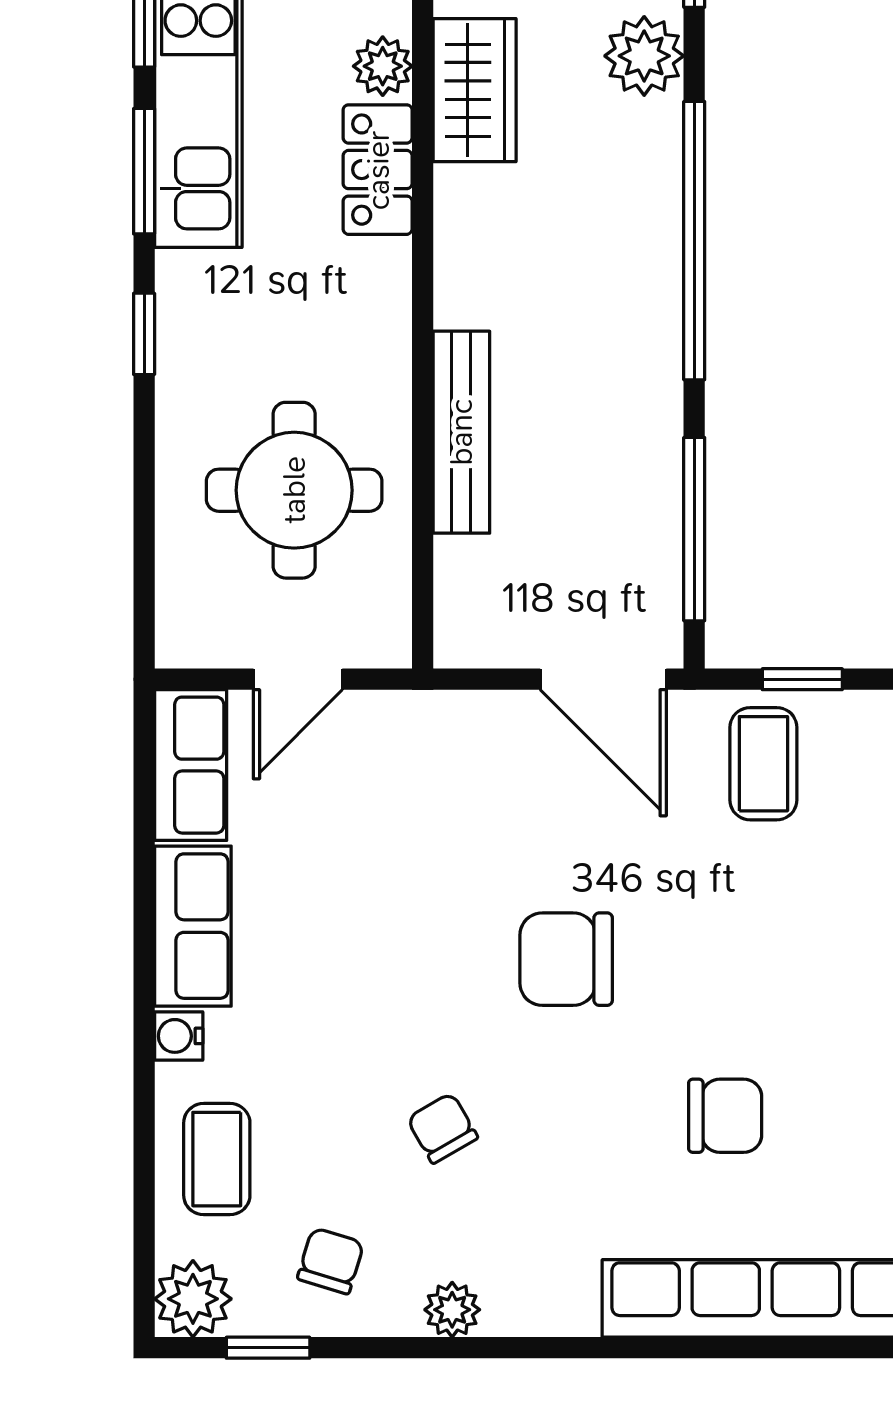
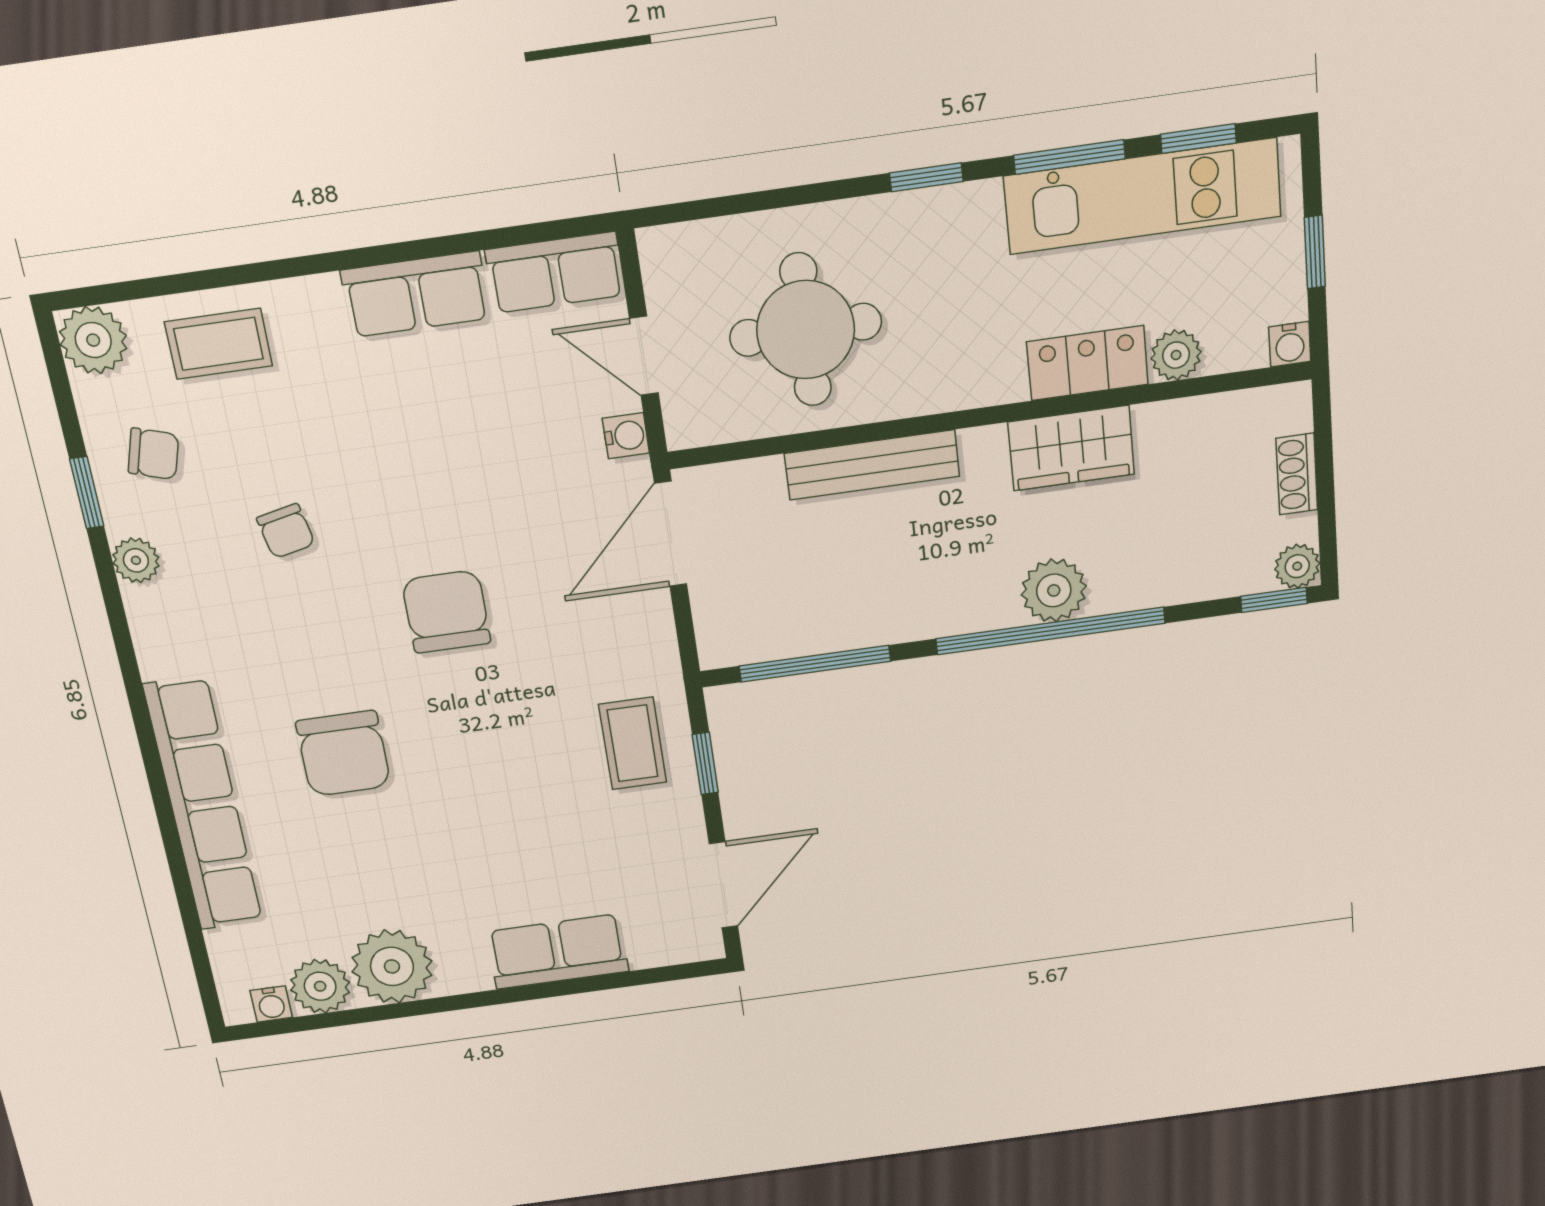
plant: (644, 56) -> (1054, 590), moved
wardrobe: (475, 90) -> (1071, 448), moved
door: (603, 679) -> (671, 534), moved
coffee table: (763, 764) -> (633, 743), turned 90
water cooler: (179, 1036) -> (626, 436), moved, turned 90
chair: (725, 1116) -> (343, 754), width x1.37, depth x1.37
chair: (442, 1128) -> (286, 531), turned 108
window: (268, 1348) -> (87, 493), moved

